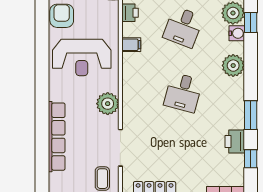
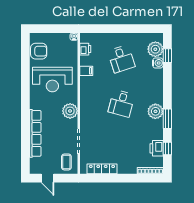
armchair: (62, 16) -> (39, 51), turned 90
desk: (183, 27) -> (121, 59), turned -39
plant: (233, 66) -> (155, 111), moved
printer: (235, 141) -> (157, 148), moved

